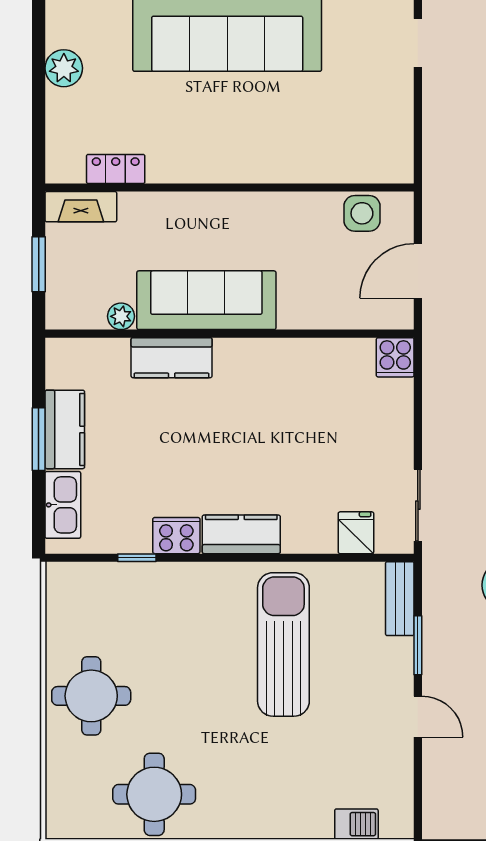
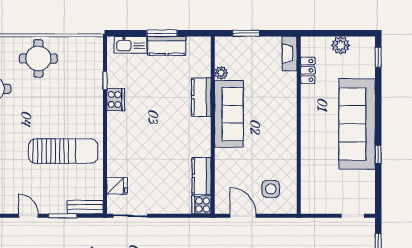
locker: (116, 169) -> (308, 70), moved
wall: (230, 188) -> (299, 125), moved
fireplace: (81, 207) -> (290, 54), moved
kitchen counter: (241, 534) -> (202, 176), moved, turned 180
door: (418, 717) -> (28, 216), swing flipped

